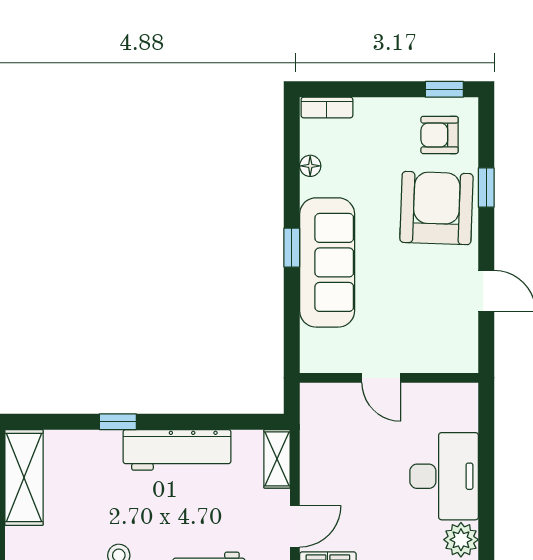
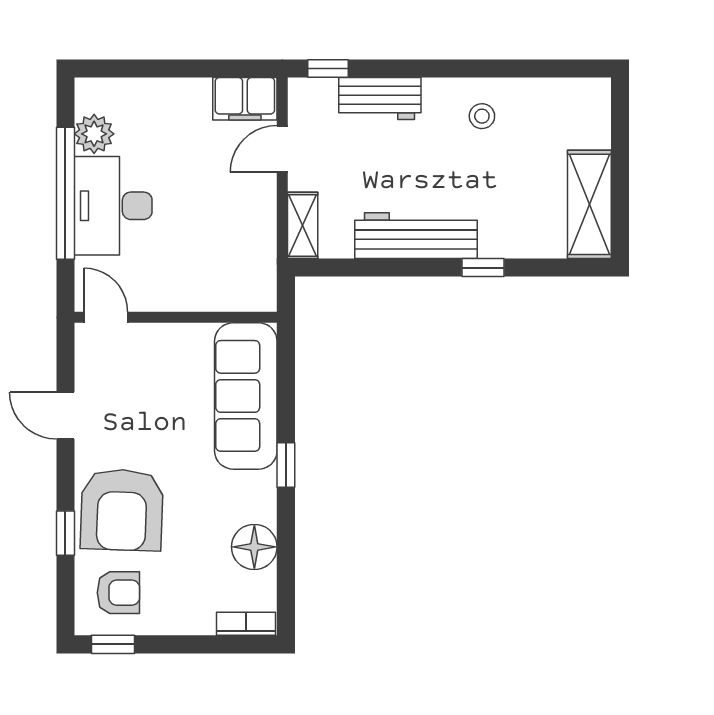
floor lamp: (310, 166) -> (254, 547), width x1.89, depth x1.89
sofa: (327, 262) -> (246, 396), moved
door: (381, 378) -> (106, 317), moved
window: (486, 487) -> (65, 193), added

